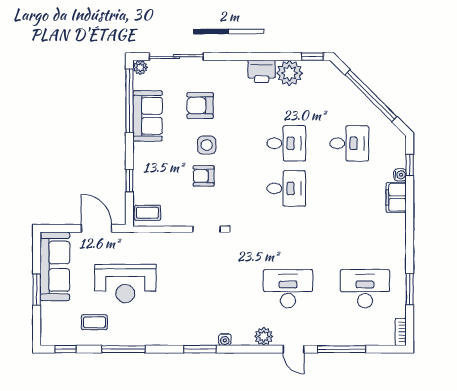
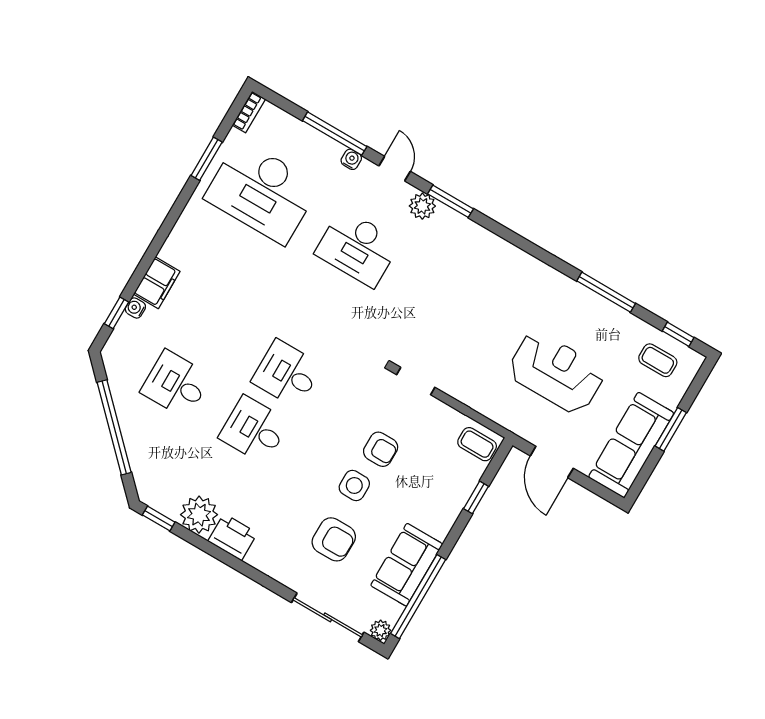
desk: (365, 289) -> (262, 192), width x1.36, depth x1.30
coffee table: (94, 322) -> (658, 360), moved
water cooler: (225, 339) -> (351, 159), moved
window: (200, 349) -> (451, 201), moved

